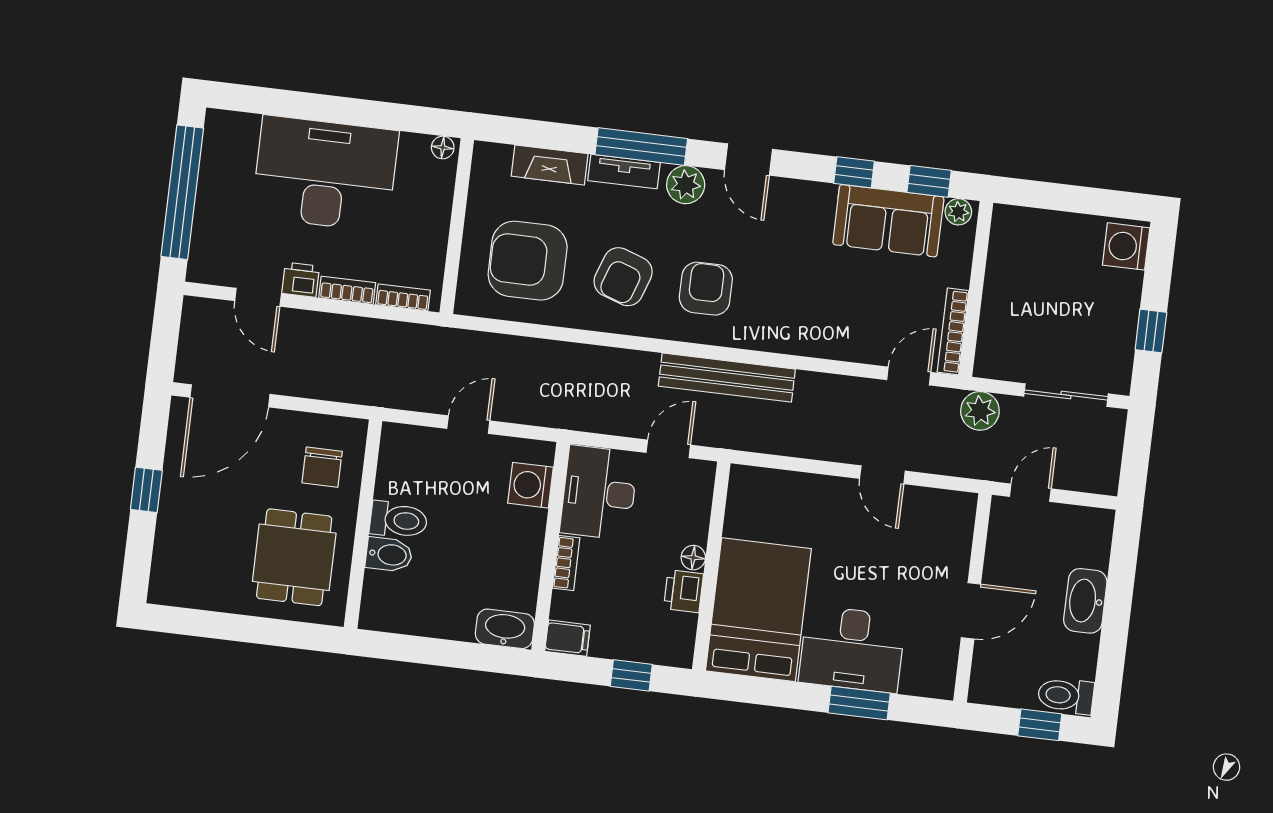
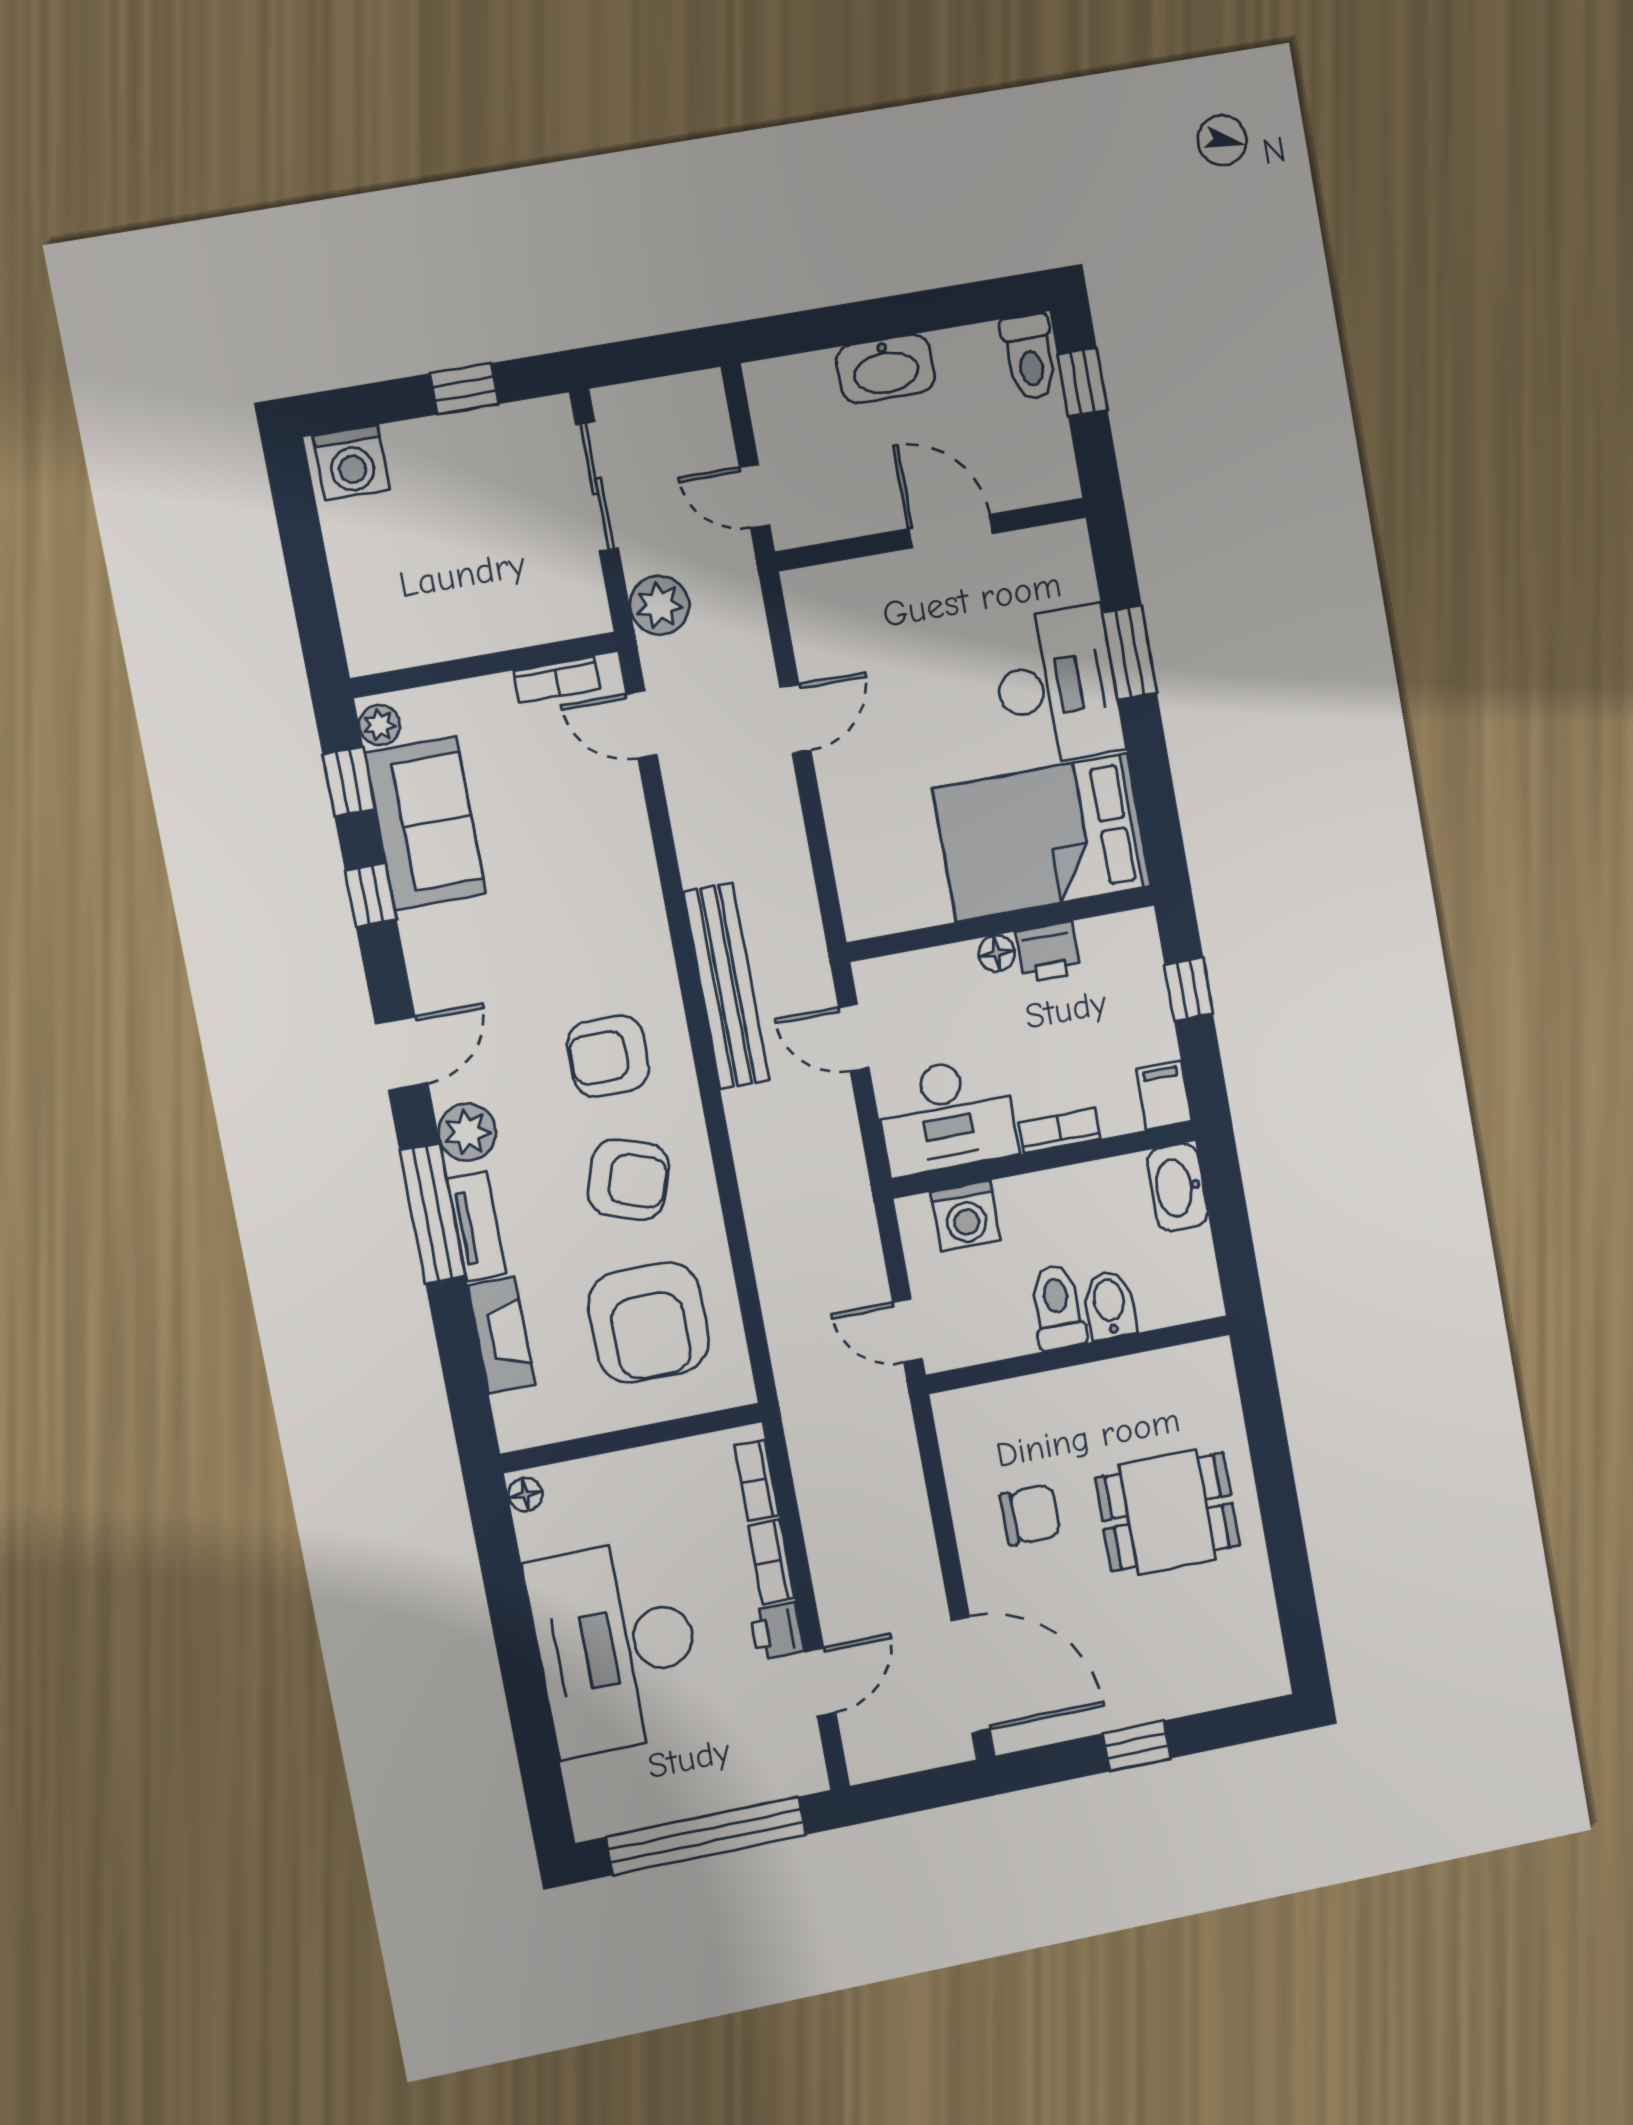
bookcase: (953, 331) -> (557, 680), width x0.64
toilet: (399, 520) -> (1057, 1307), moved
wall: (363, 524) -> (1078, 1355), moved
bidet: (389, 555) -> (1110, 1305), moved

